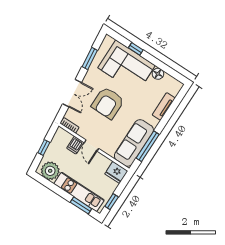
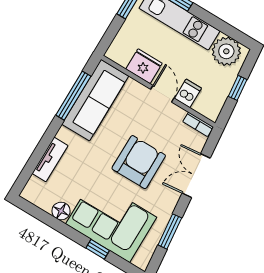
fridge: (116, 172) -> (144, 66), moved

